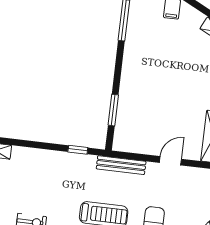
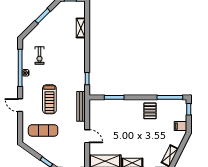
pallet: (142, 55) -> (150, 111), added

